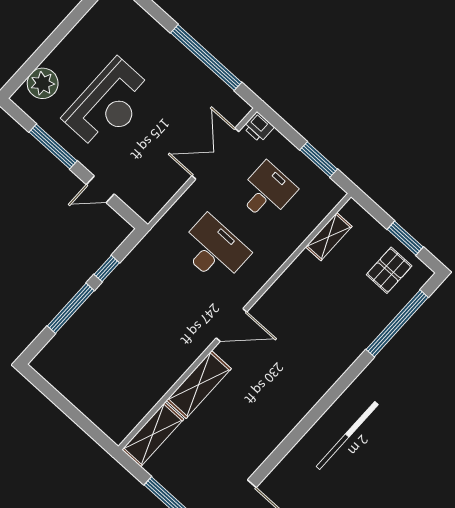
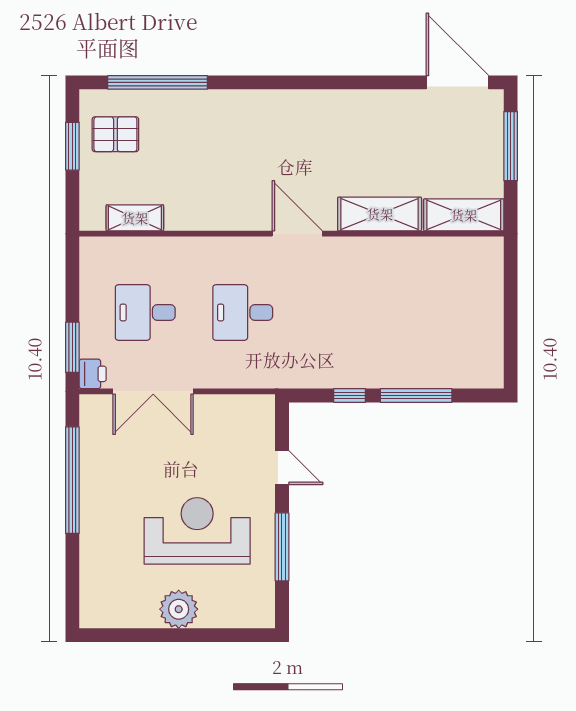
plant: (43, 83) -> (179, 609), moved
window: (319, 160) -> (72, 347), moved
desk: (214, 250) -> (243, 312), width x0.73

